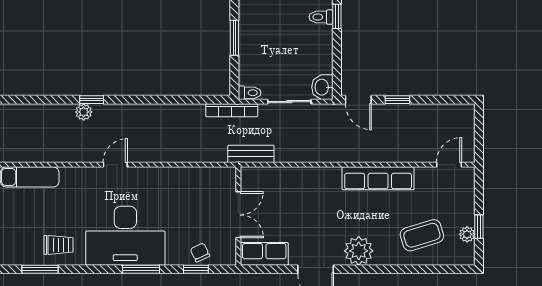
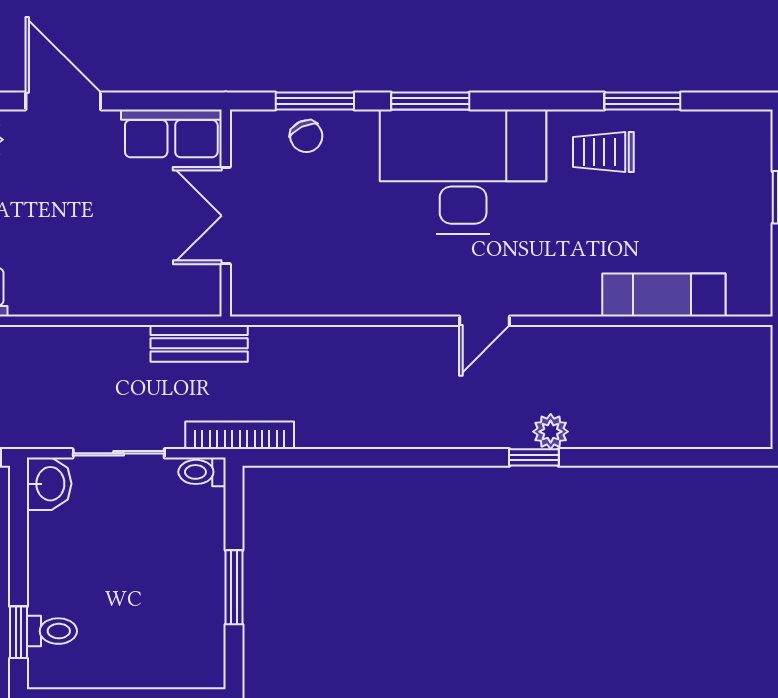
window: (196, 269) -> (315, 101), width x1.50

